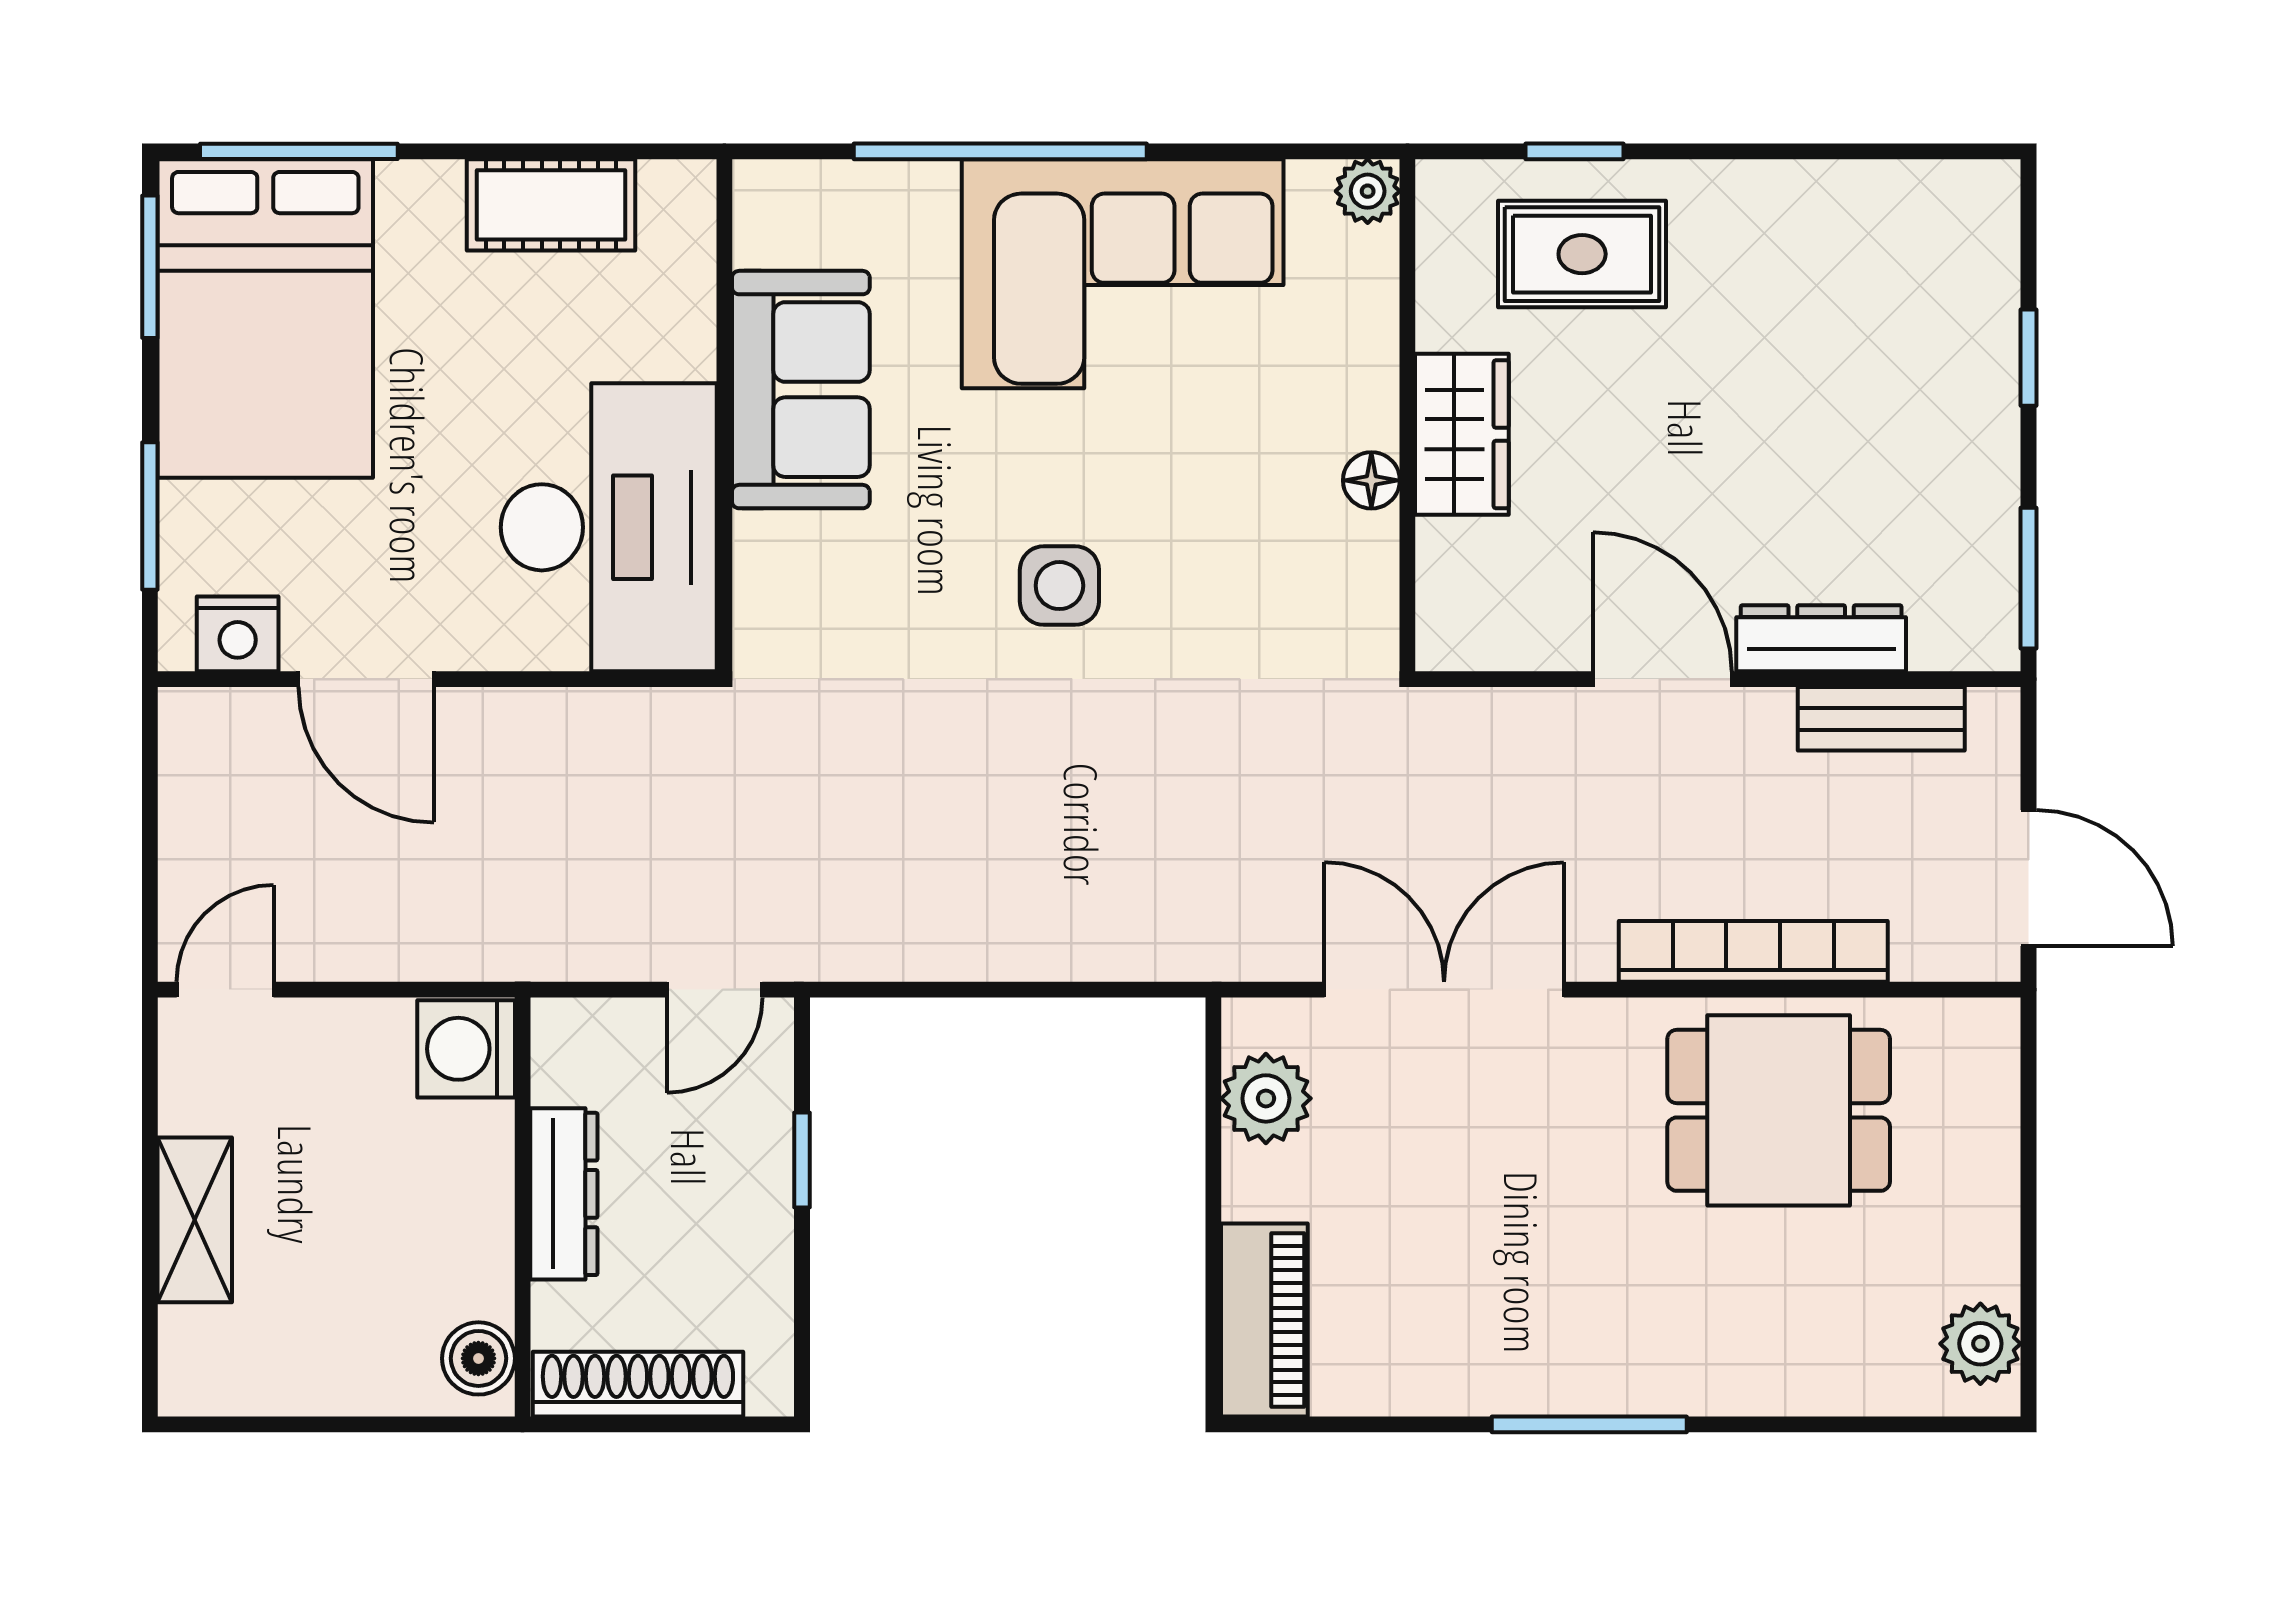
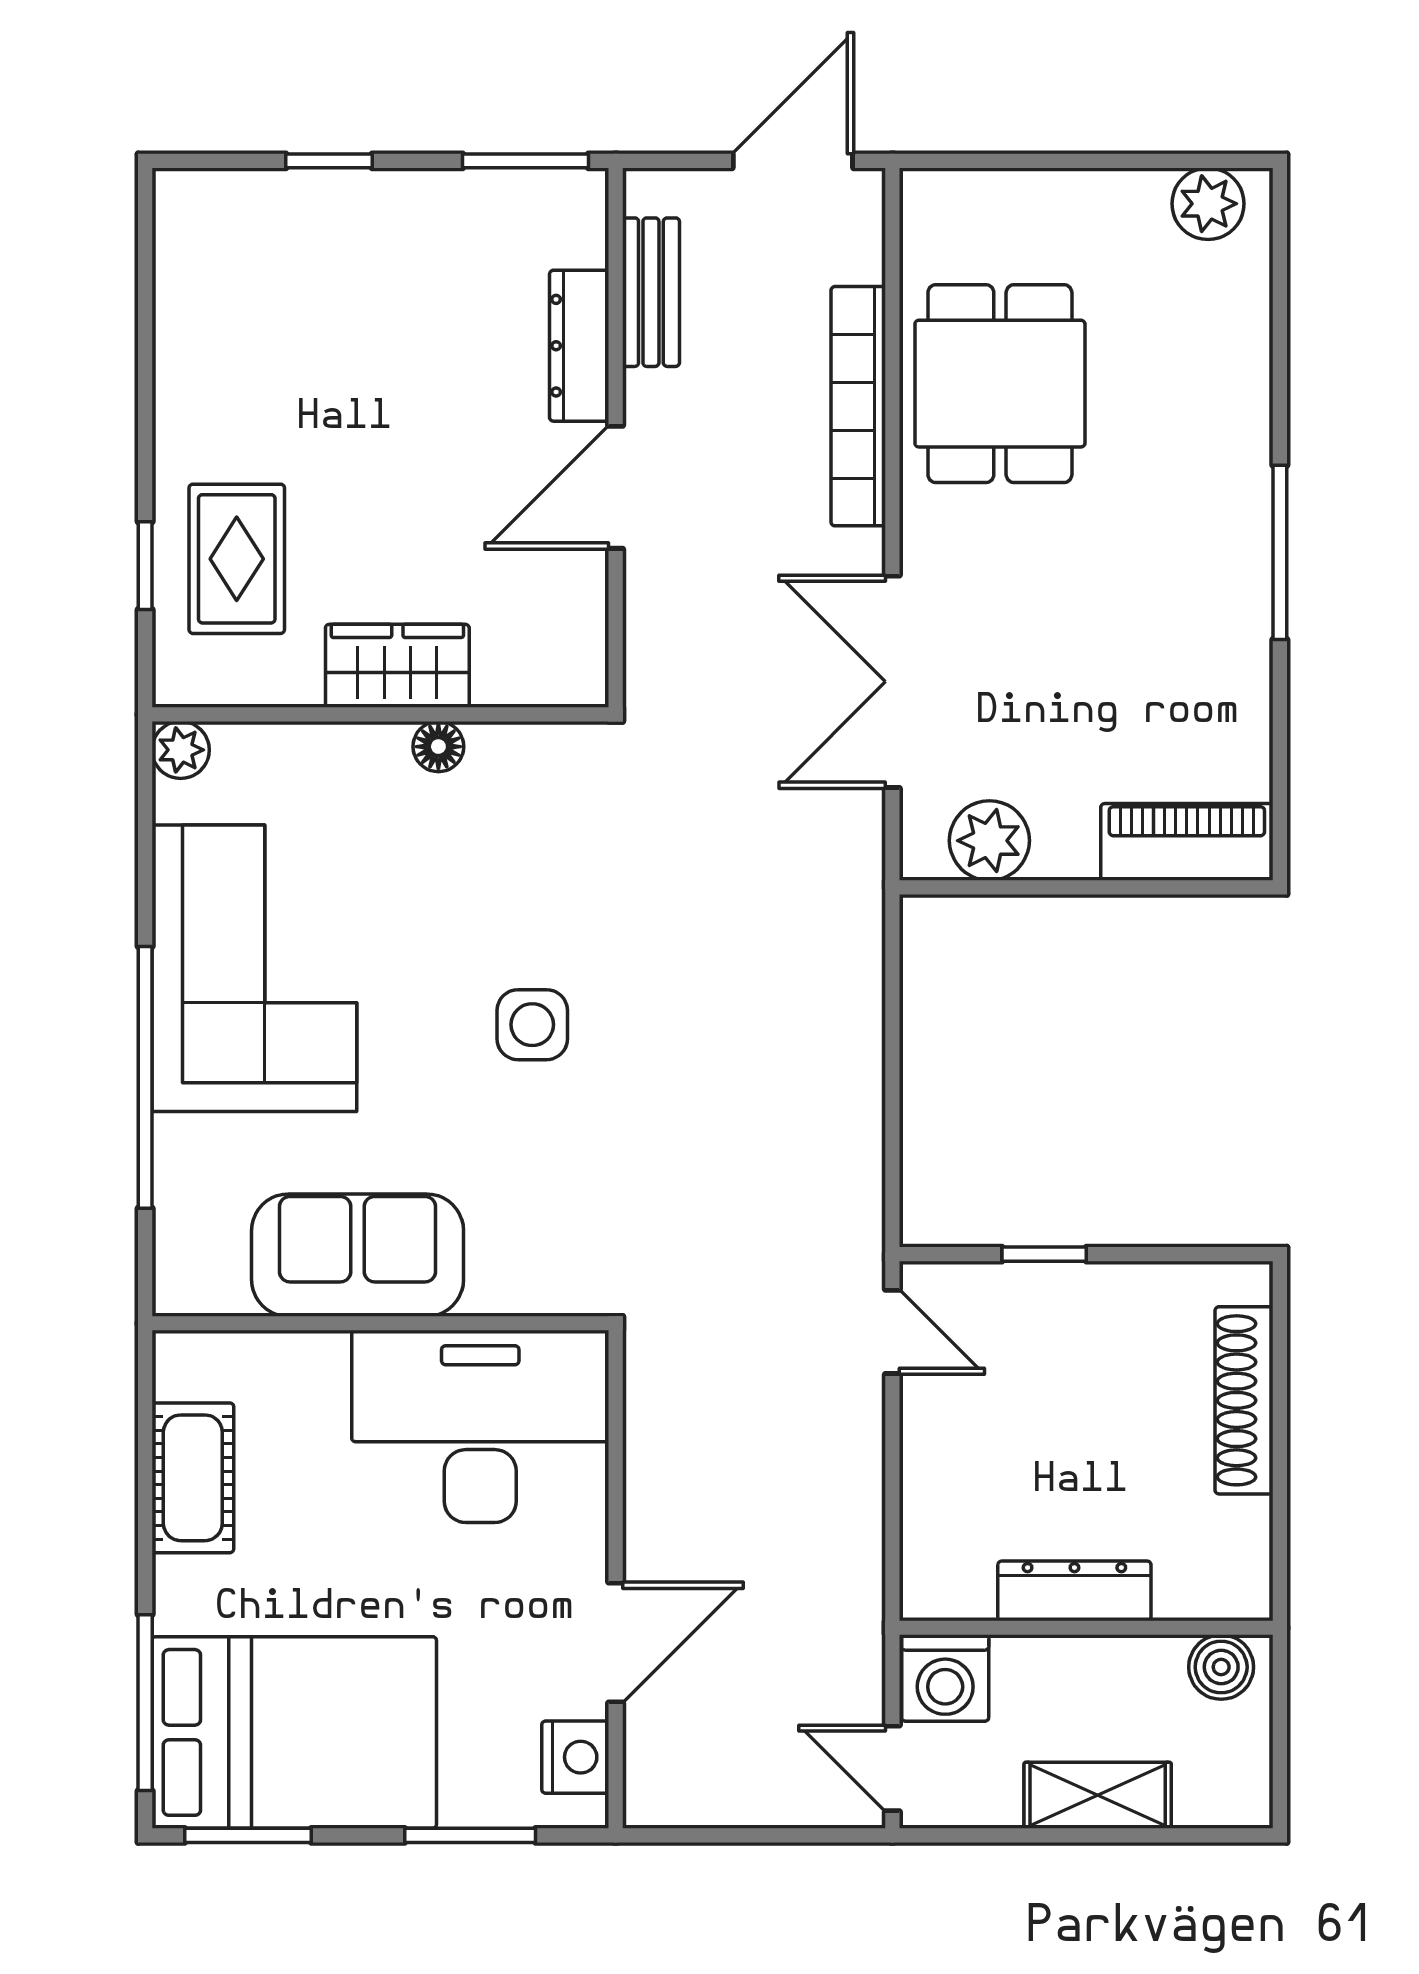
washing machine: (466, 1049) -> (945, 1678), moved
dresser: (564, 1194) -> (1074, 1591), moved
wall: (523, 1207) -> (1086, 1628), moved
boiler: (478, 1358) -> (1221, 1667), moved

